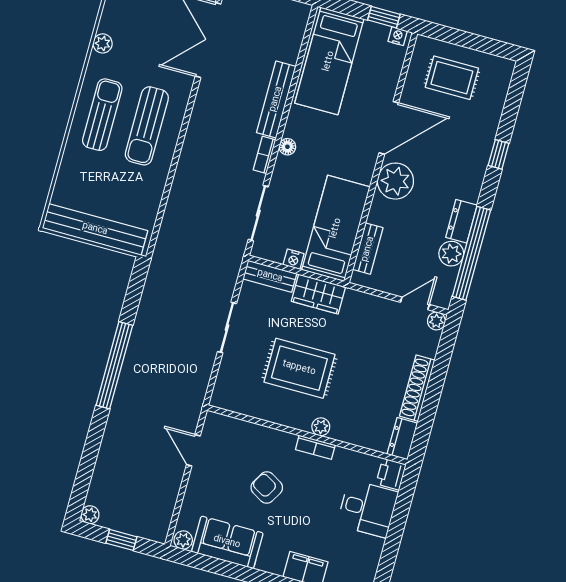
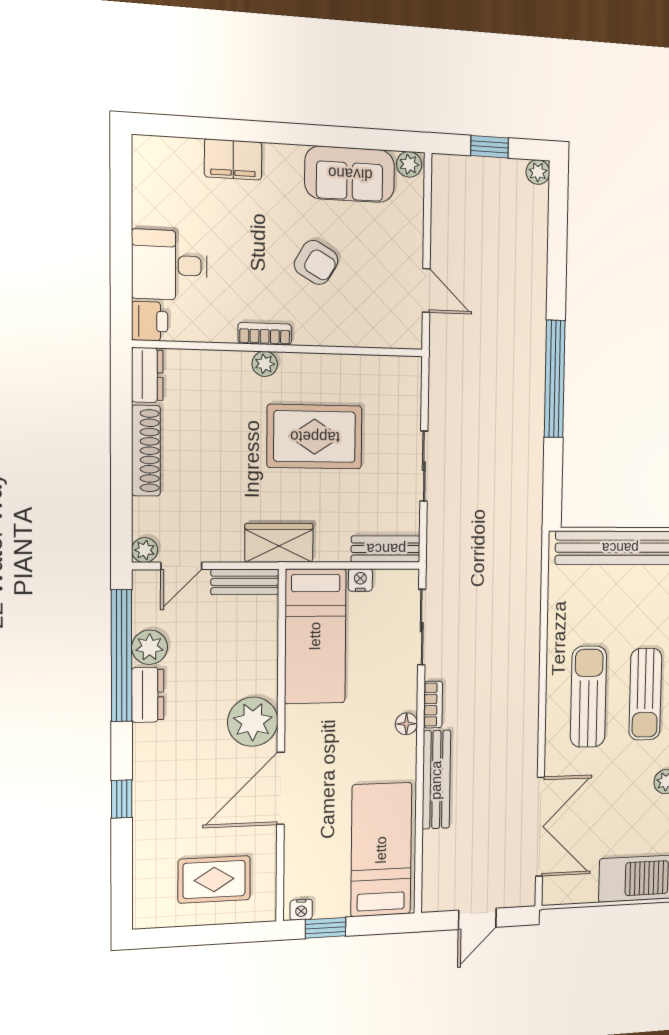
bench: (368, 249) -> (245, 582), moved, turned 90
wardrobe: (318, 294) -> (279, 543), moved

